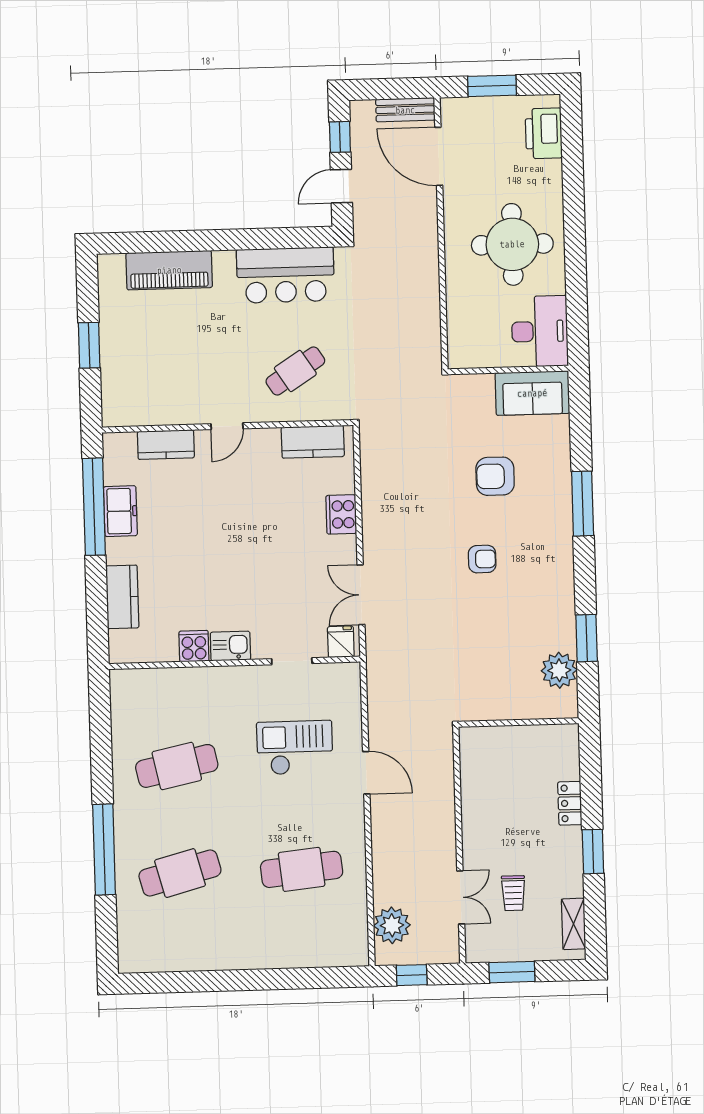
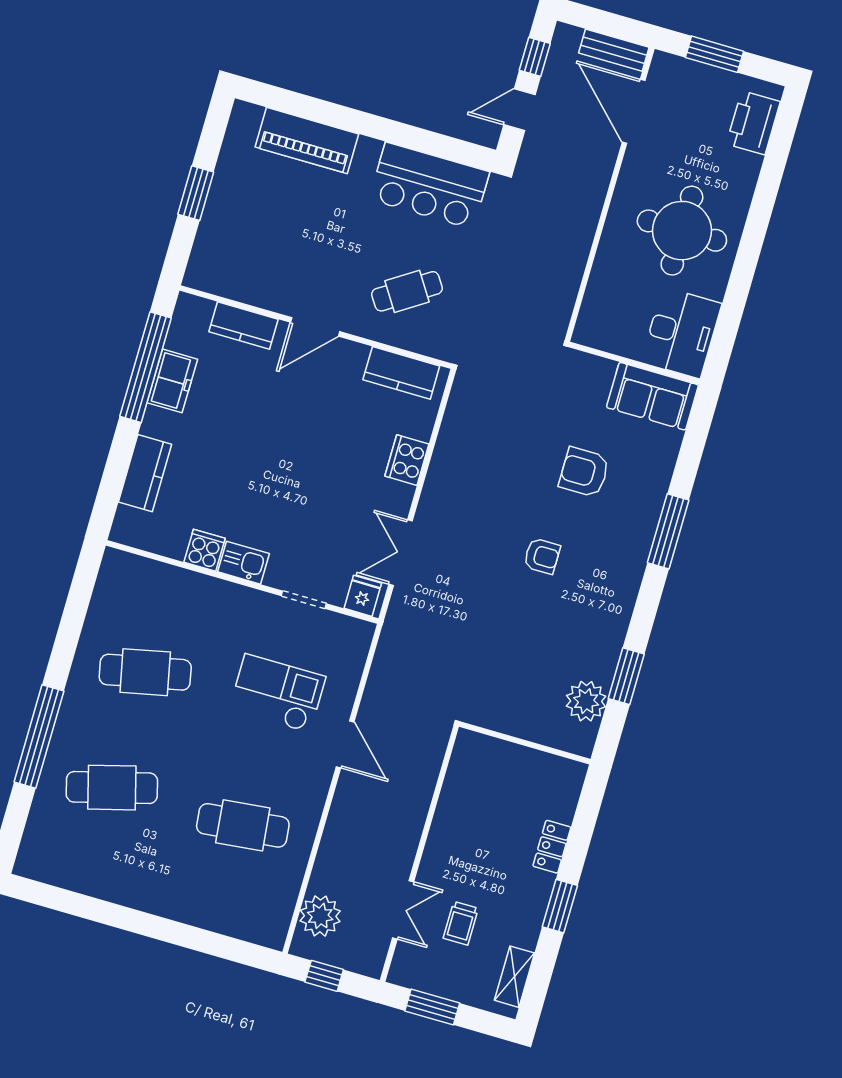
door: (227, 426) -> (315, 327), width x1.38

